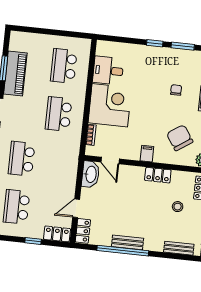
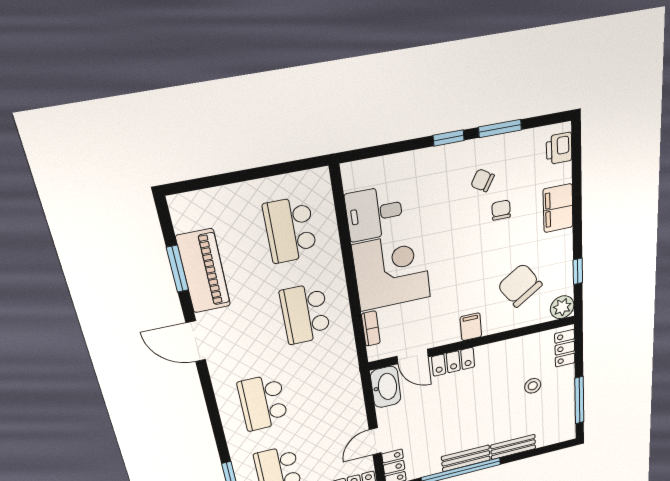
chair: (169, 71) -> (482, 180), added
locker: (158, 175) -> (453, 362), moved
bench: (179, 248) -> (513, 447), moved

